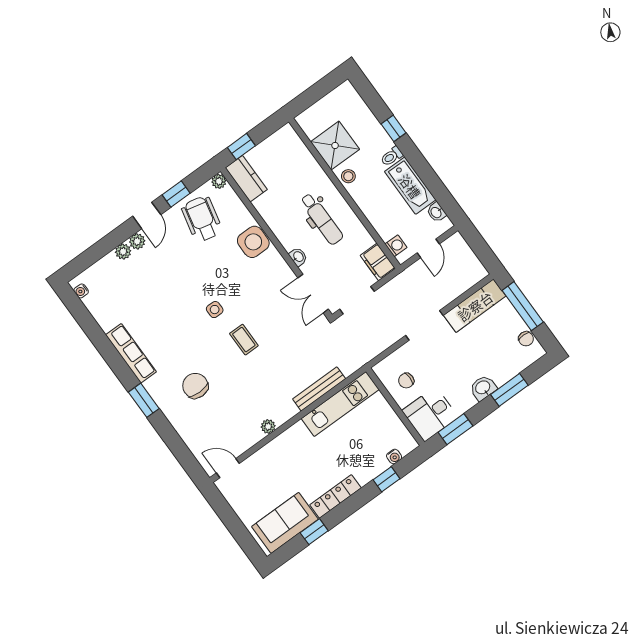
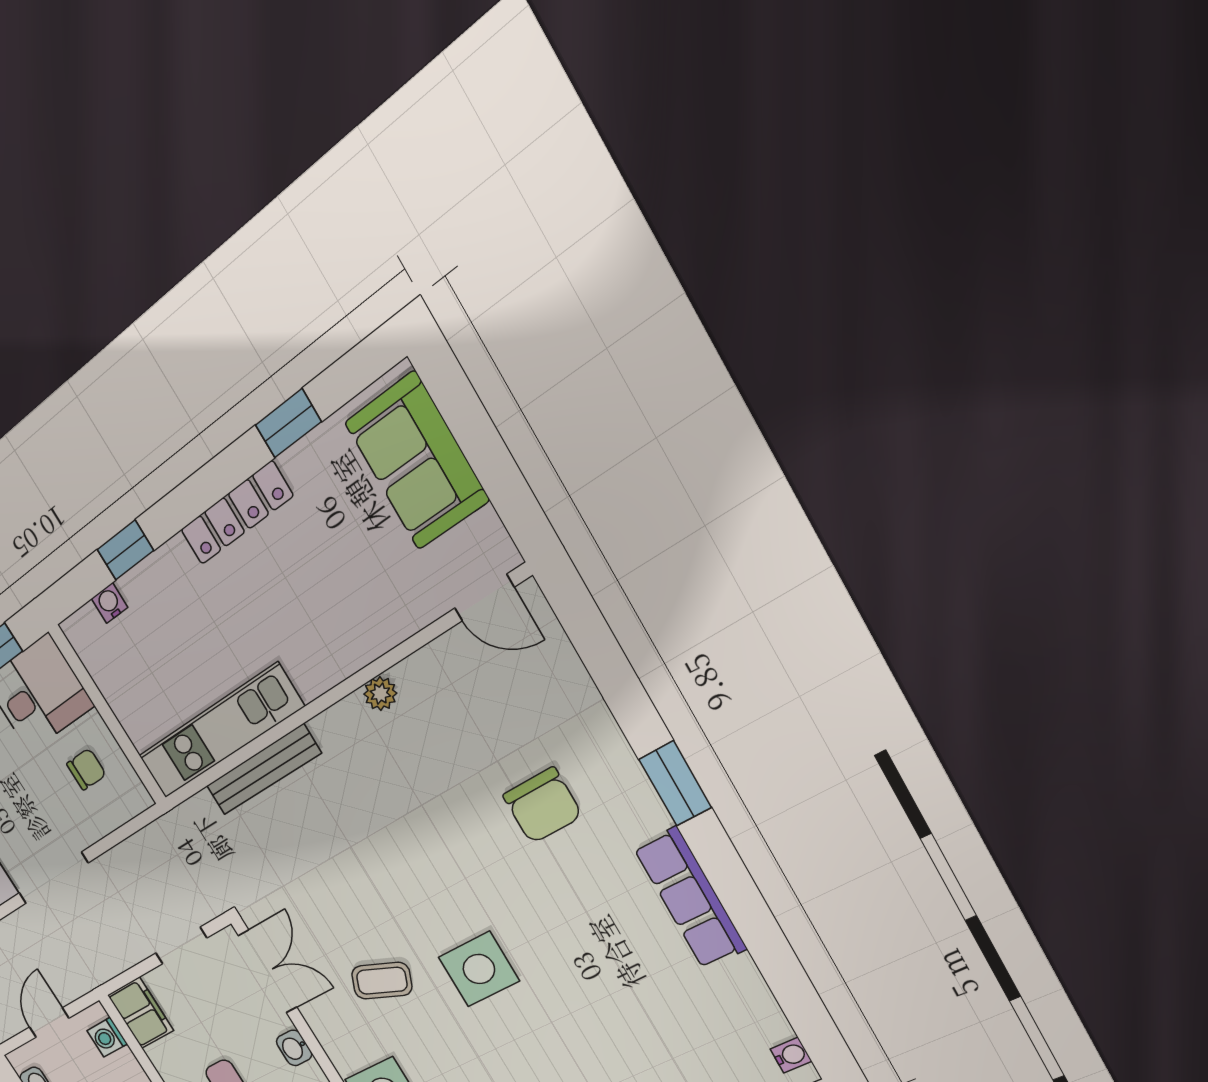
doorway: (357, 300) -> (181, 946), width x0.73
side table: (215, 310) -> (479, 969), width x1.87, depth x1.87
coffee table: (244, 340) -> (382, 981), moved, turned -68
sofa: (285, 523) -> (417, 461), moved, turned 90

